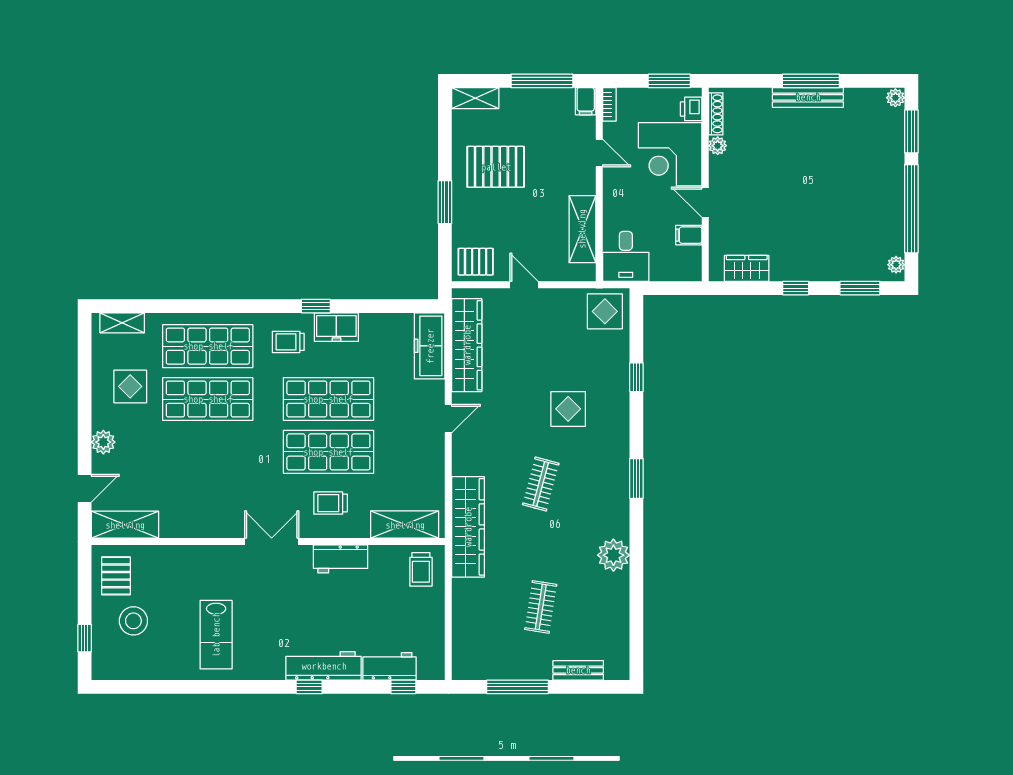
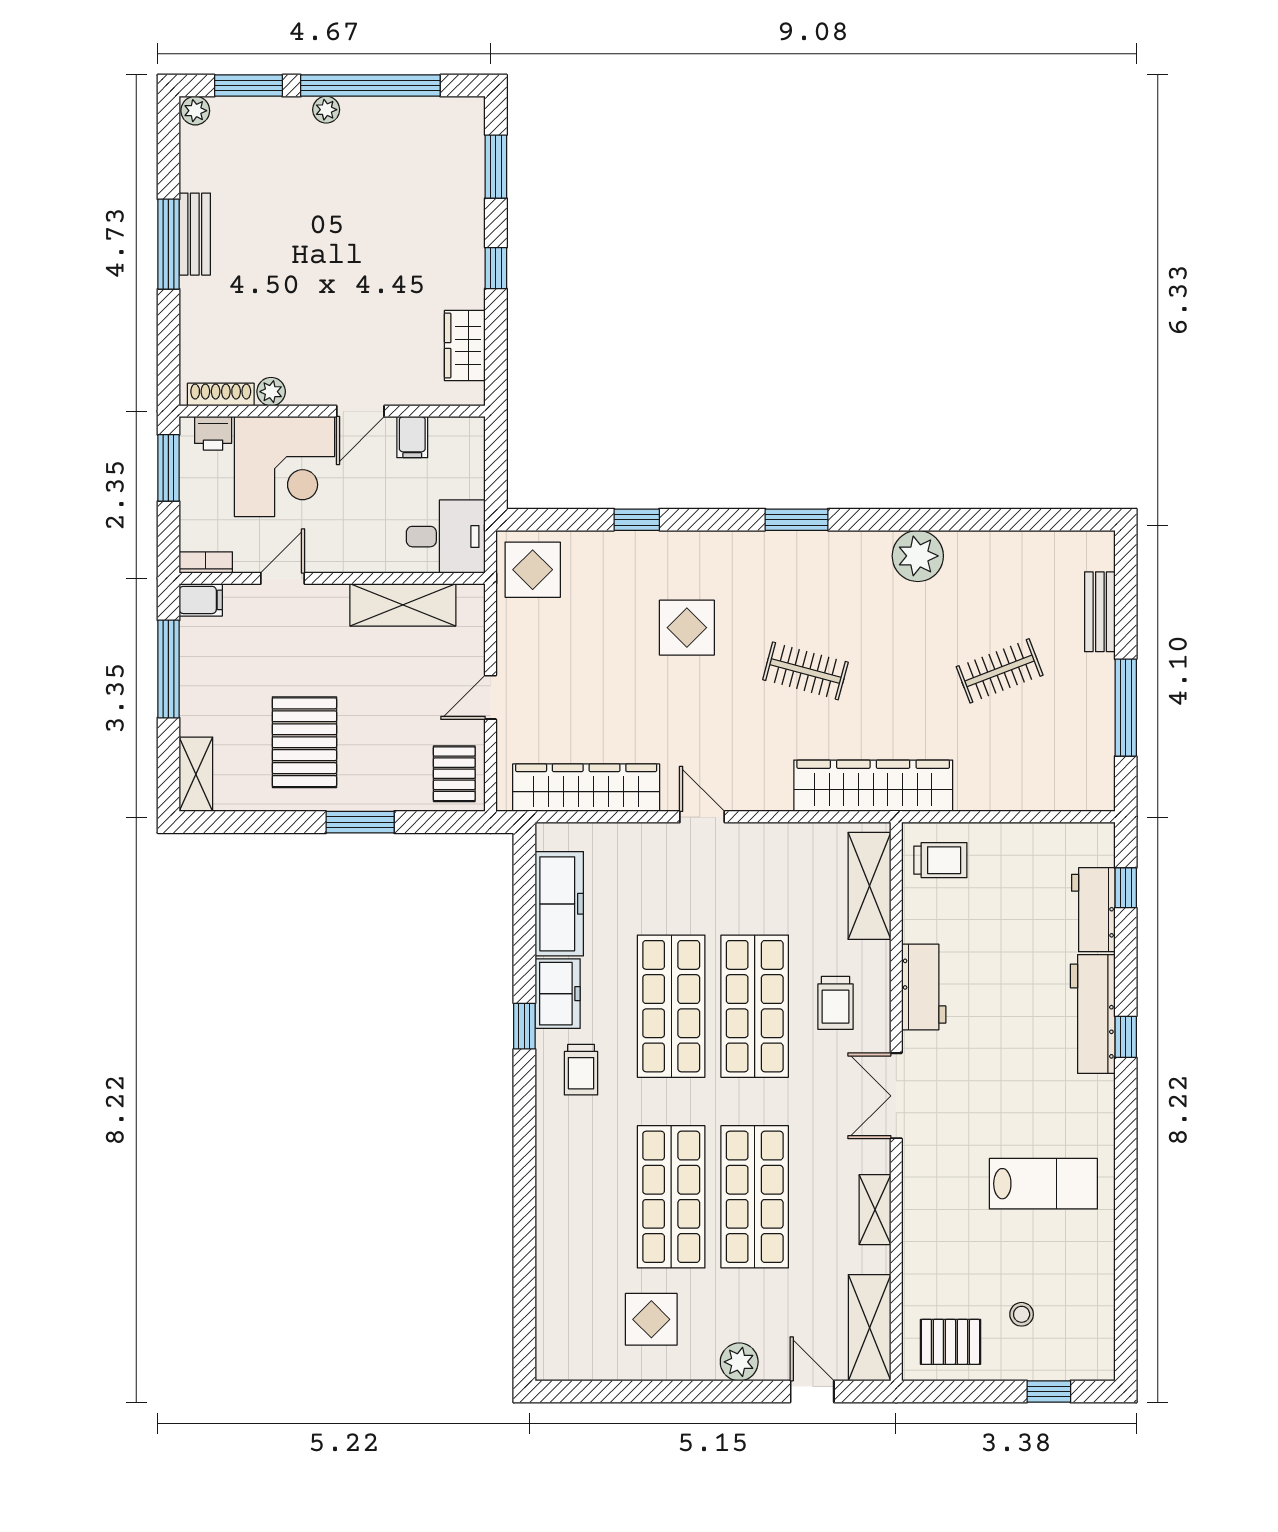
bench: (808, 97) -> (195, 234), width x0.73
plant: (896, 265) -> (326, 110), moved
shelving: (122, 323) -> (875, 1210), moved
shop shelf: (208, 346) -> (755, 1197), moved
freezer: (430, 346) -> (559, 904), moved, turned -90
clothes rail: (541, 607) -> (1000, 671), turned -30
stool: (133, 621) -> (1022, 1314), width x0.53, depth x0.53

